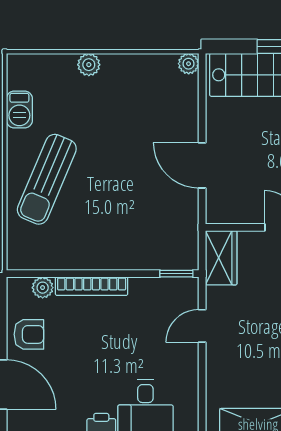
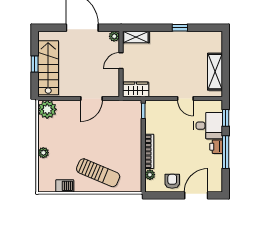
plant: (189, 64) -> (47, 109), width x1.88, depth x1.88
door: (202, 326) -> (185, 99), moved

